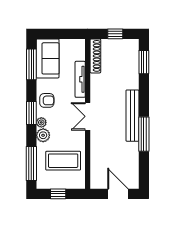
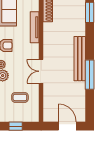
double door: (88, 116) -> (41, 71), moved
coffee table: (63, 161) -> (20, 97), width x0.54, depth x0.58

